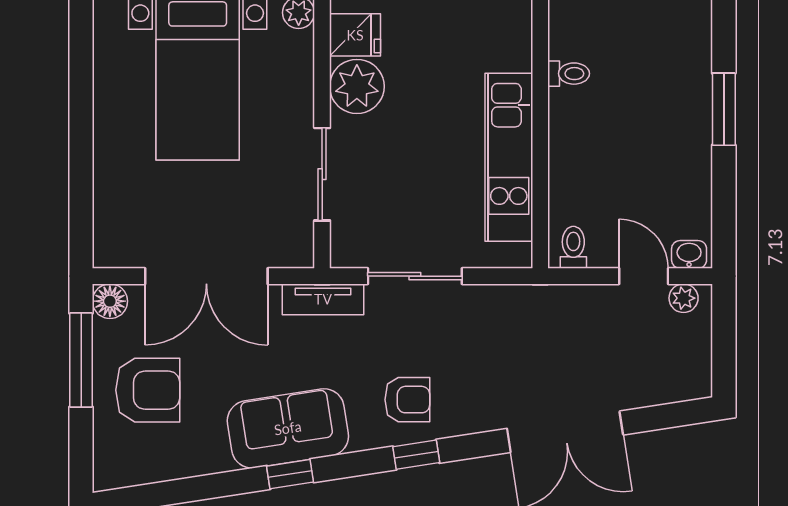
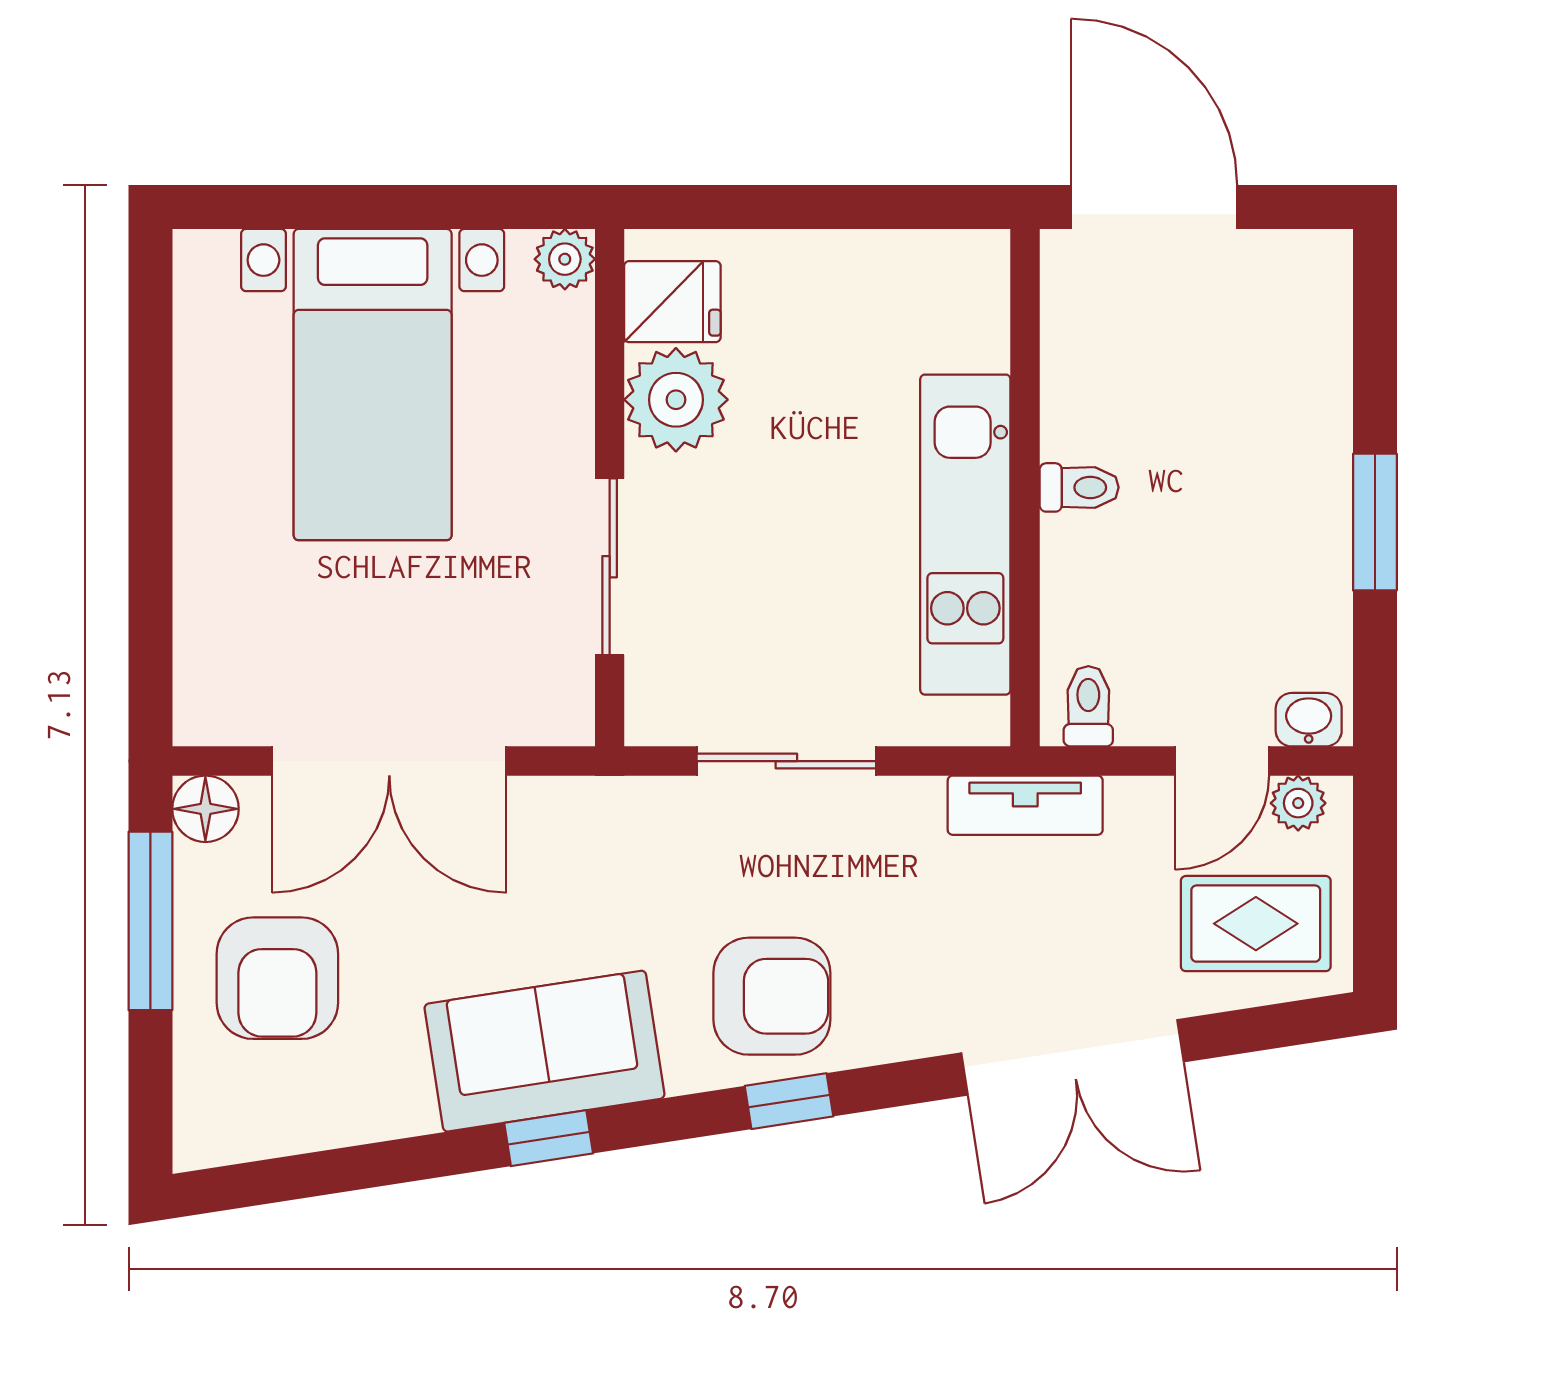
toilet: (569, 74) -> (1079, 487), moved
window: (724, 109) -> (1375, 522), moved
door: (644, 276) -> (1222, 761), swing flipped
tv unit: (323, 299) -> (1025, 805), moved
rug: (661, 361) -> (1256, 924), added
armchair: (148, 390) -> (277, 978), turned 90
armchair: (407, 400) -> (772, 996), width x1.38, depth x1.38

